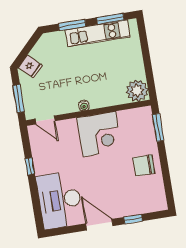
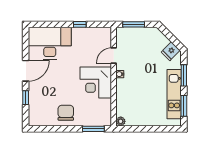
fridge: (30, 66) -> (171, 51), moved
plant: (137, 91) -> (121, 121), width x0.53, depth x0.53
door: (45, 120) -> (114, 55), moved

